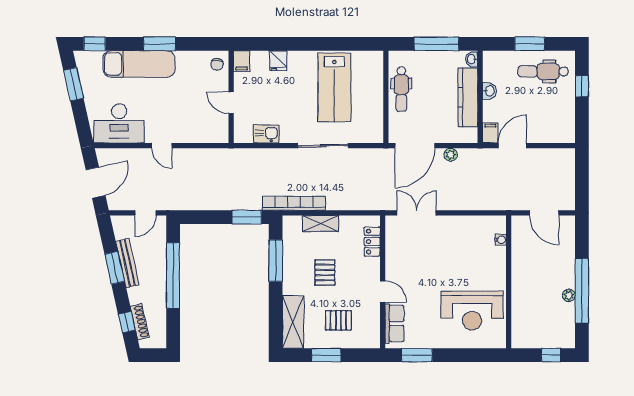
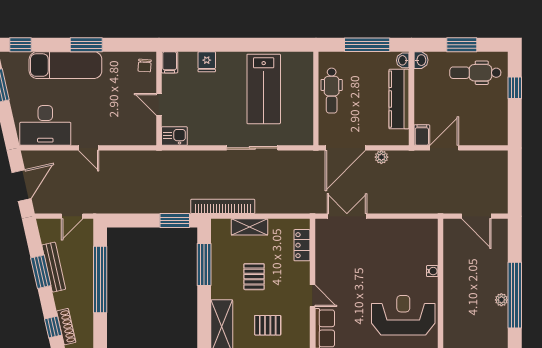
washbasin: (489, 91) -> (421, 60), moved
kitchen sink: (266, 134) -> (174, 136), moved
water cooler: (501, 240) -> (432, 271), moved
reception desk: (472, 311) -> (403, 315), turned 180

